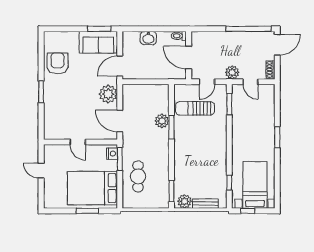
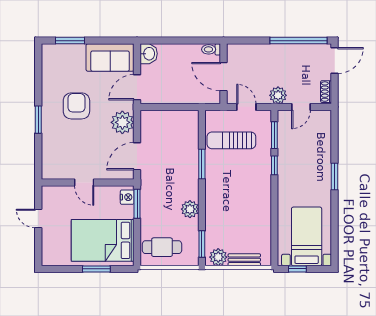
window: (99, 29) -> (70, 41), moved
washbasin: (148, 38) -> (149, 54), moved, turned -90
armchair: (58, 63) -> (76, 106), moved
door: (207, 82) -> (246, 107), swing flipped
door: (250, 82) -> (301, 107), hinge flipped
door: (120, 121) -> (137, 156), hinge flipped
plant: (162, 121) -> (190, 209), moved
cafe table: (138, 176) -> (162, 247), moved, turned 90
window: (229, 183) -> (274, 165), moved

